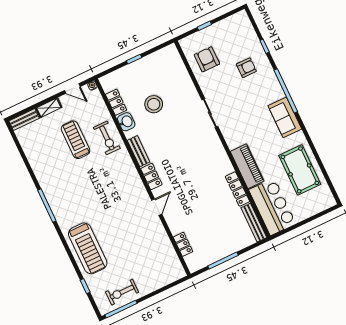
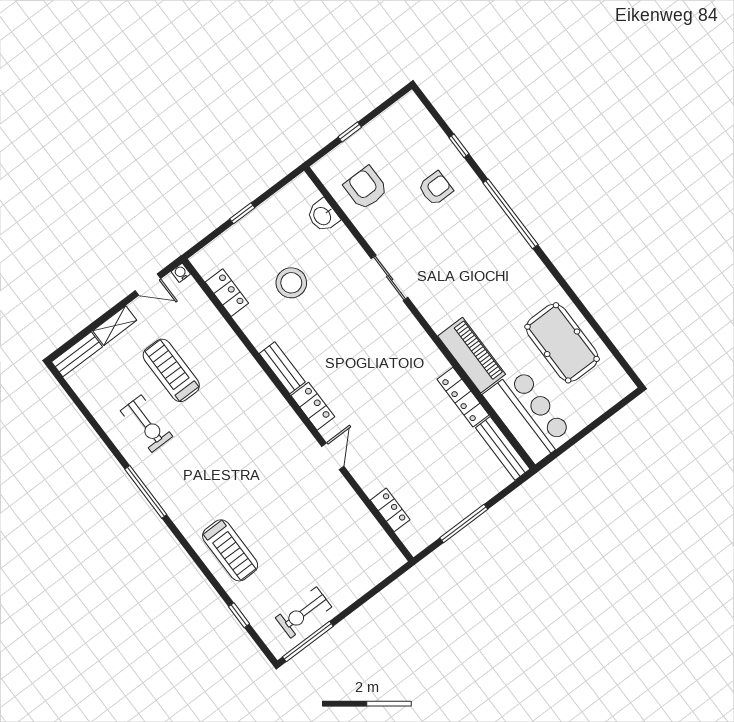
sofa: (285, 117) -> (518, 259), removed
washbasin: (126, 122) -> (323, 216), moved, turned 180
exercise bike: (107, 138) -> (147, 424), moved
treadmill: (88, 248) -> (230, 550), width x0.73, depth x0.73

